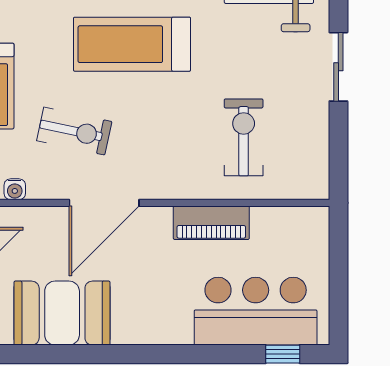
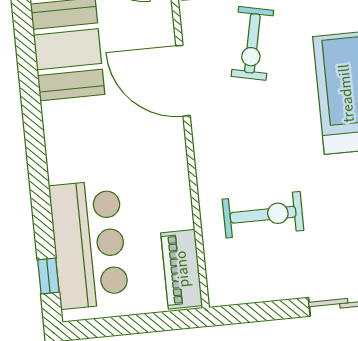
piano: (211, 223) -> (182, 269), moved

